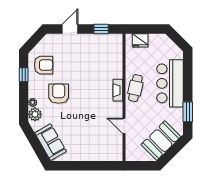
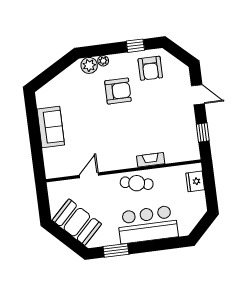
fireplace: (118, 90) -> (151, 160), moved
sofa: (51, 142) -> (51, 127), moved, turned -60

